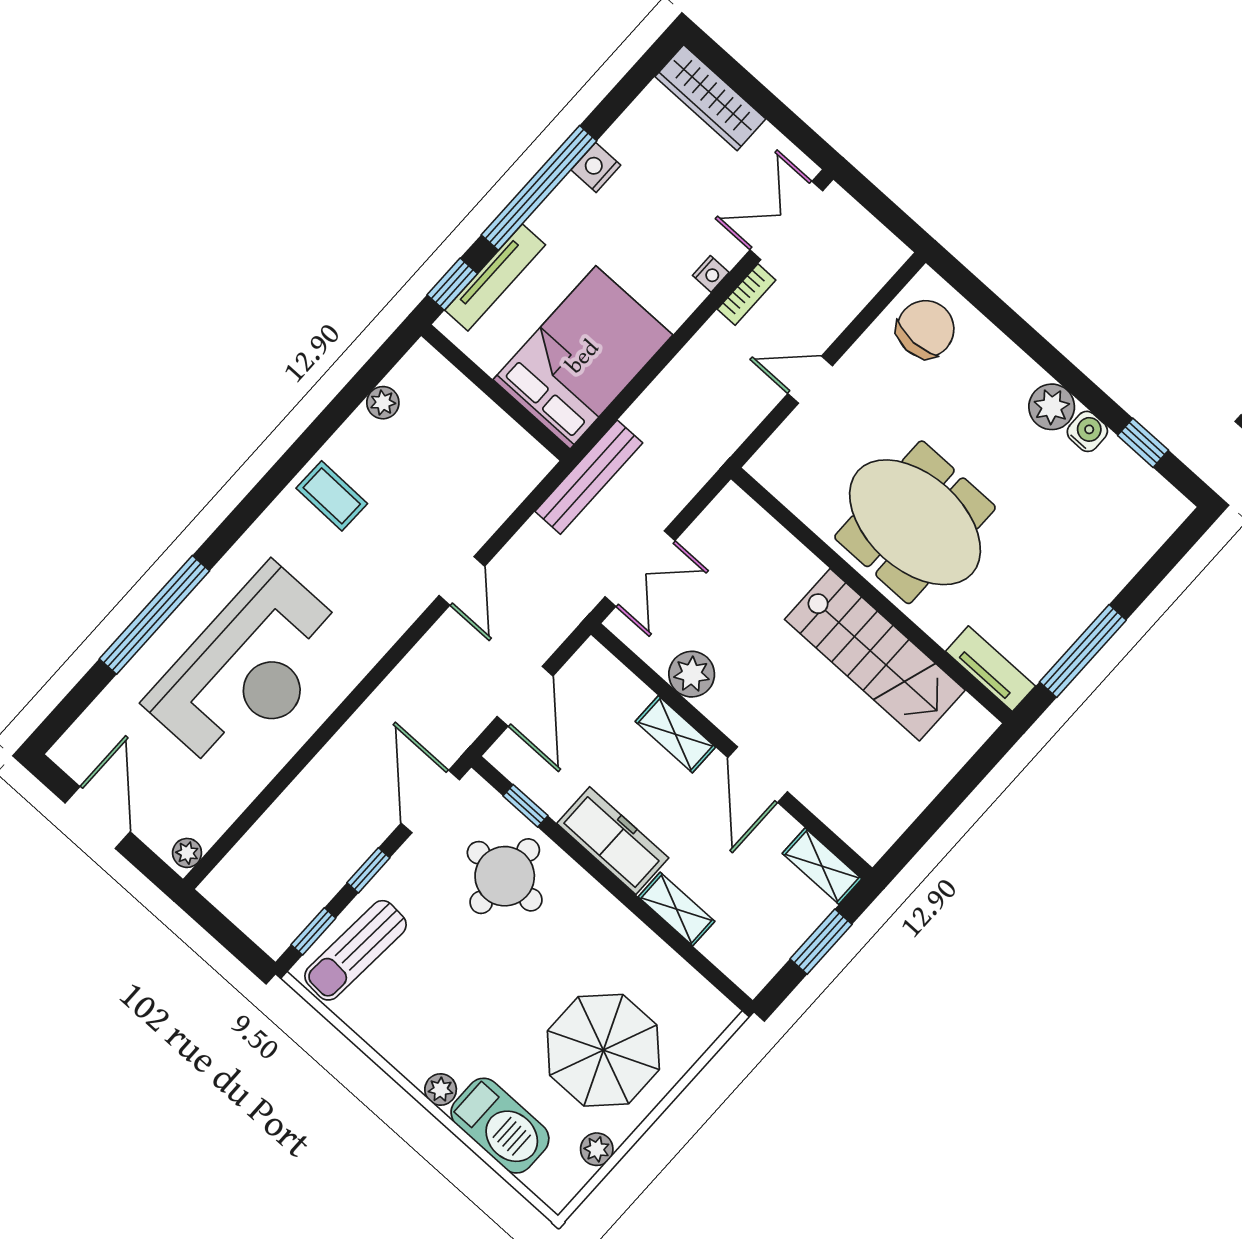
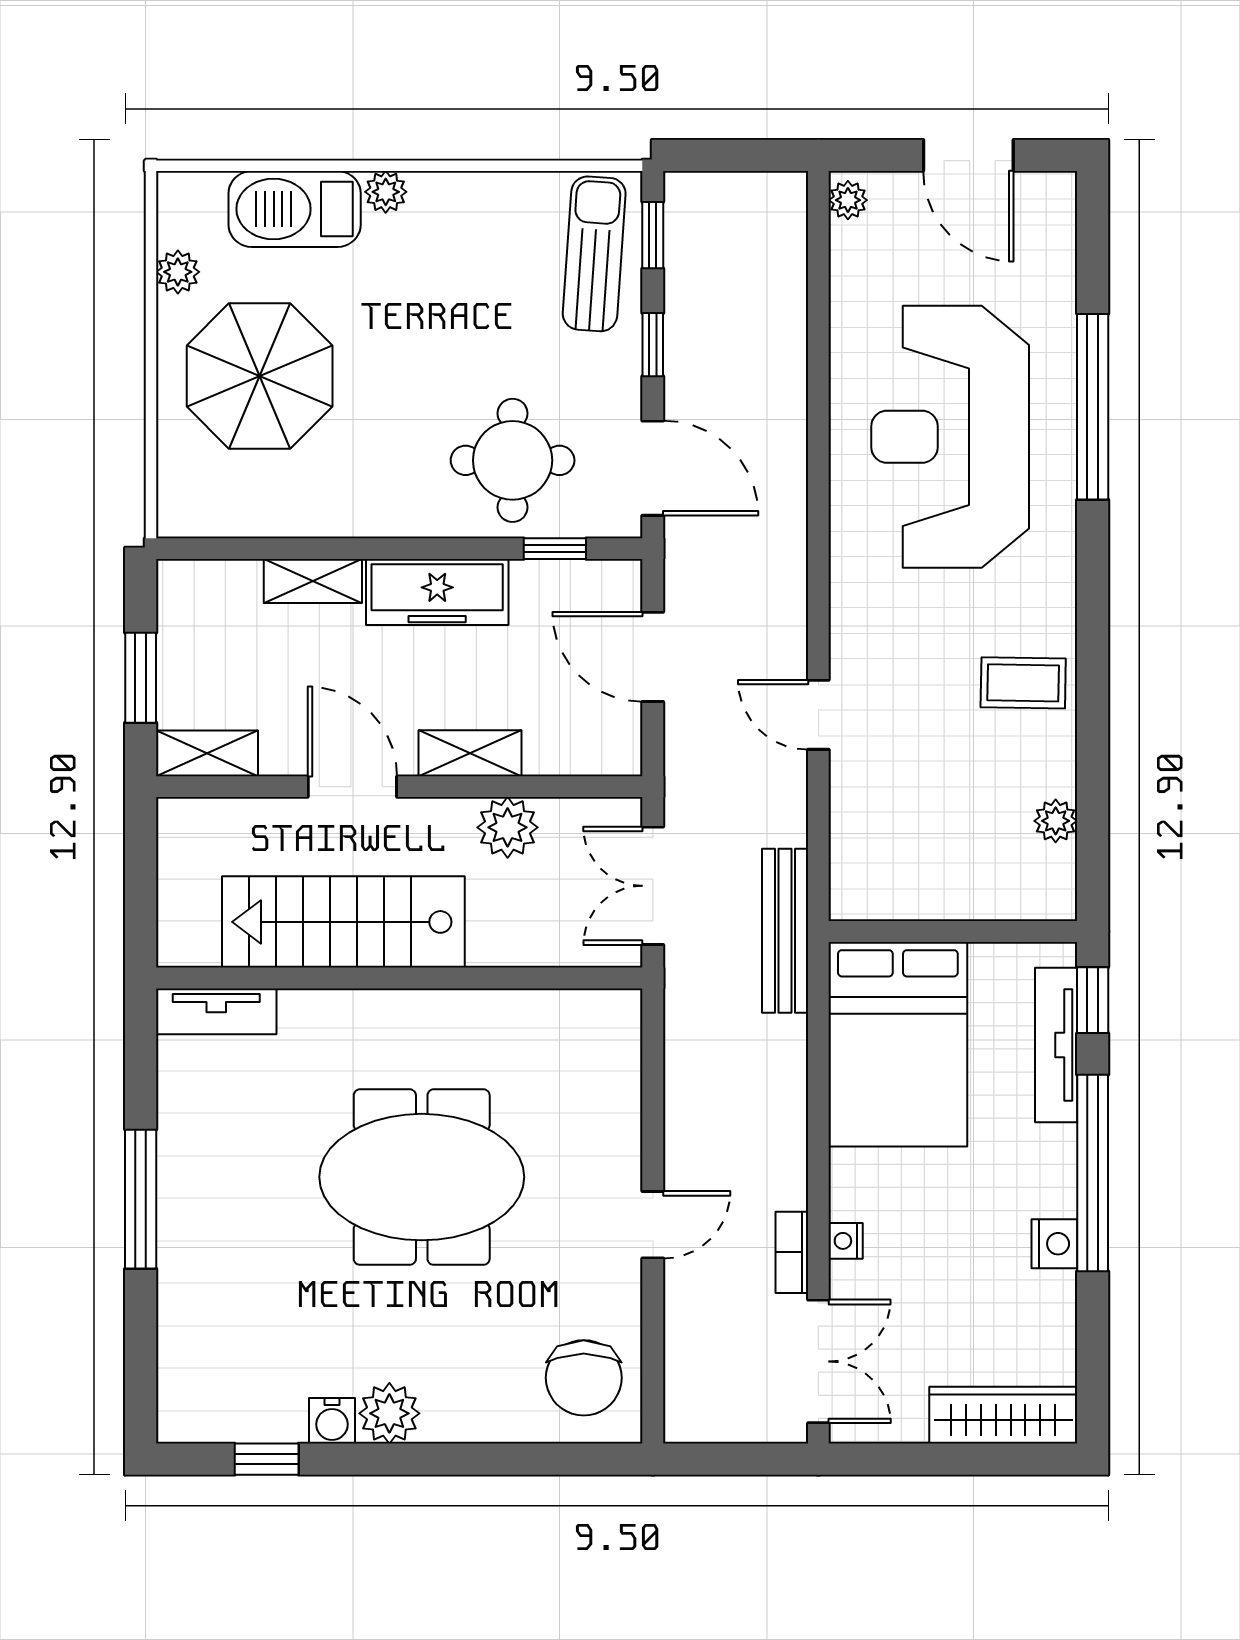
wall: (872, 595) -> (399, 978), moved
stairs: (875, 655) -> (343, 922), moved
tv unit: (990, 669) -> (216, 1011), moved

